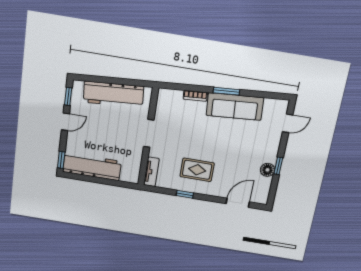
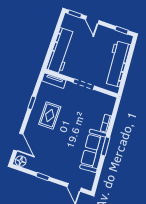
door: (65, 122) -> (92, 20), moved
workbench: (92, 167) -> (61, 51), moved
floor lamp: (267, 170) -> (21, 161), moved

